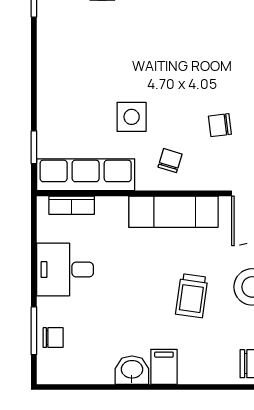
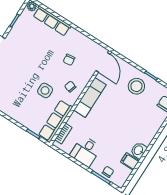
trolley: (192, 296) -> (125, 111), removed
filing cabinet: (164, 367) -> (130, 161), moved

